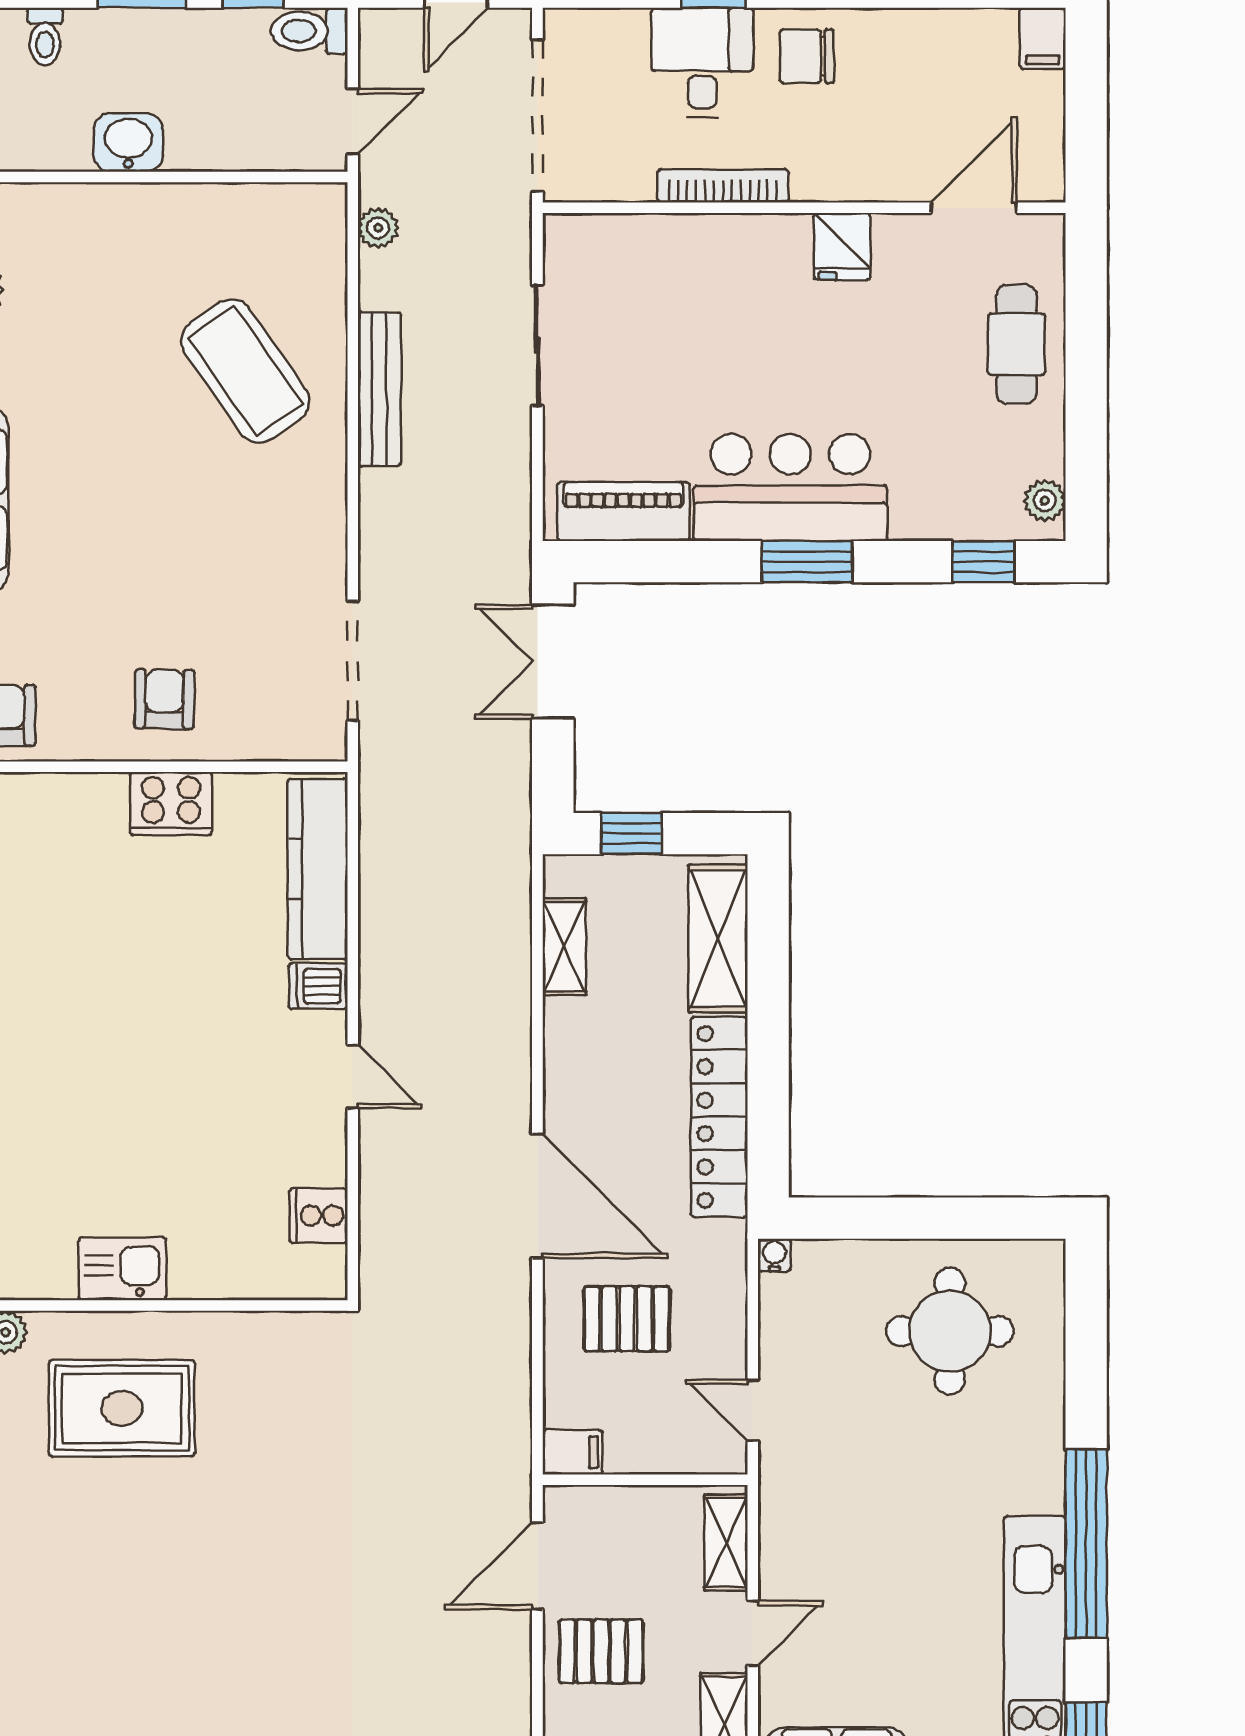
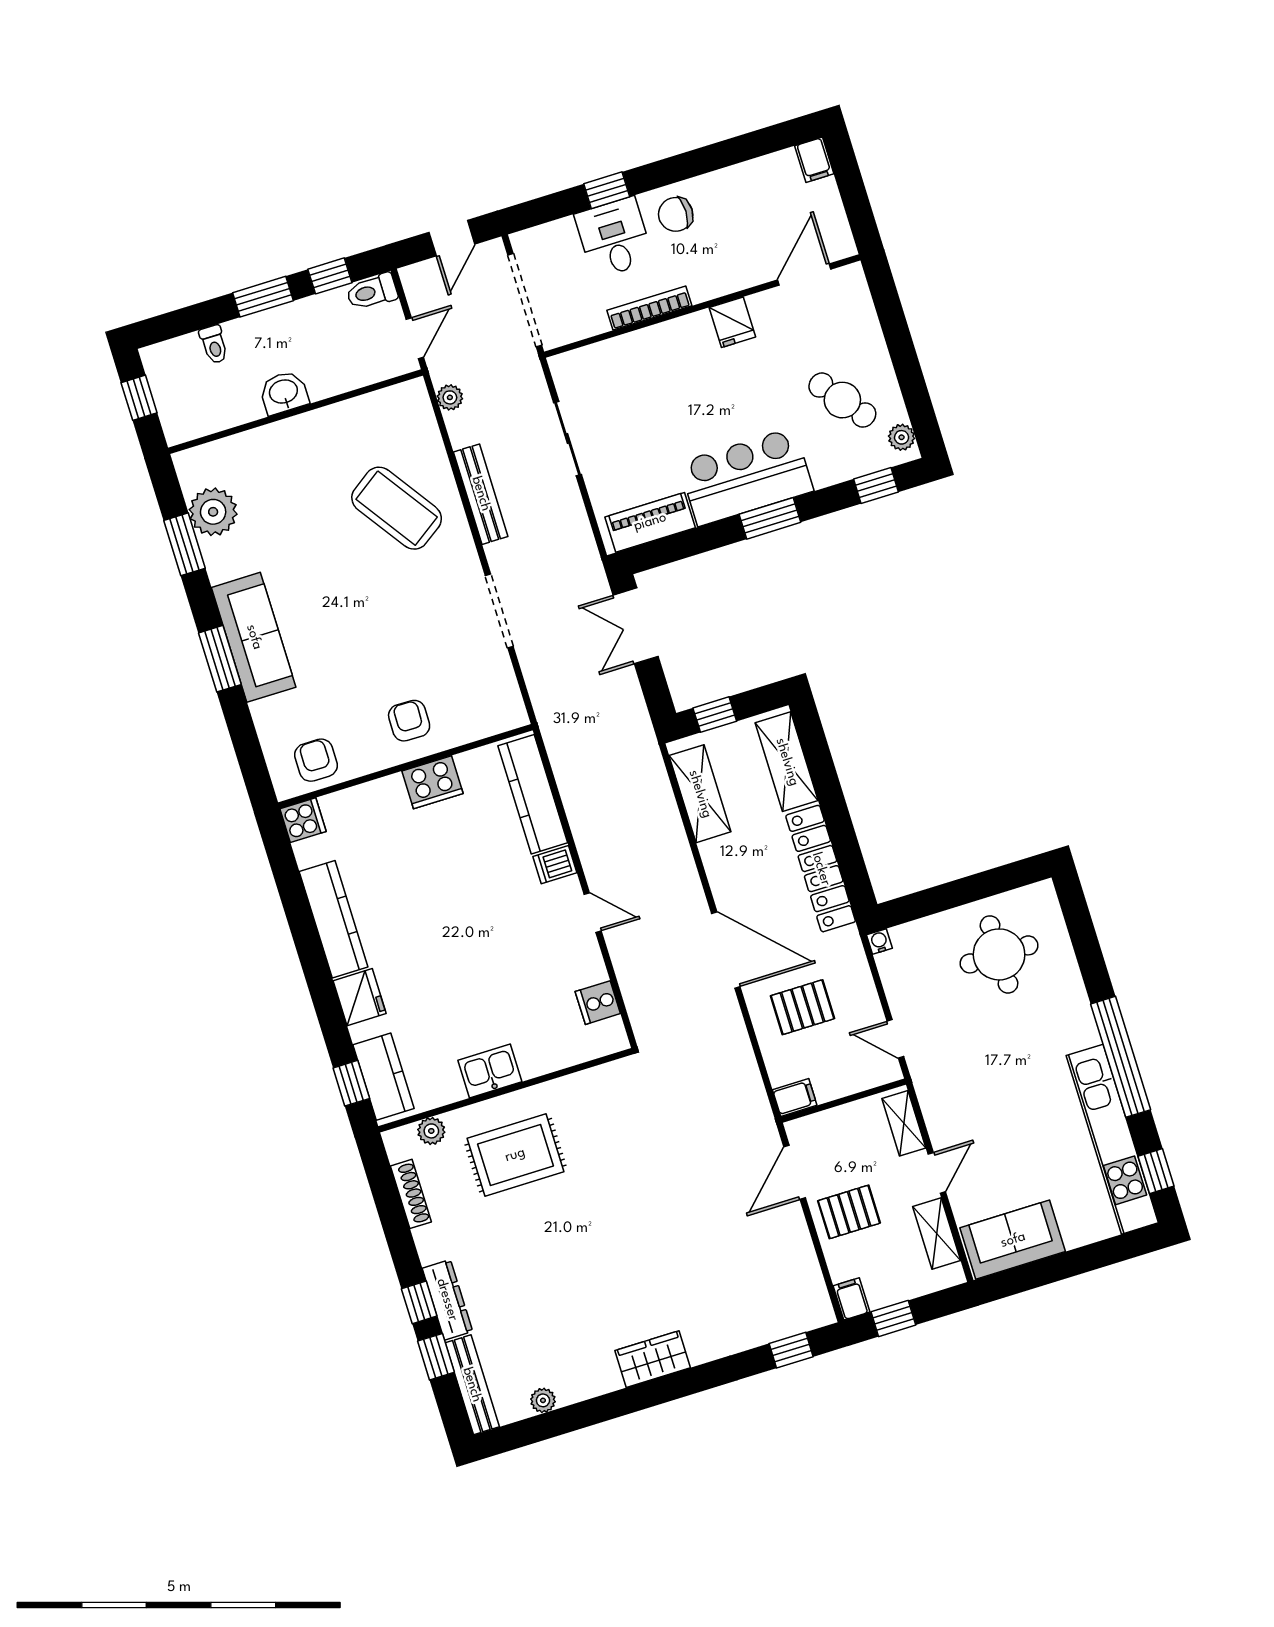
cafe table: (1017, 344) -> (842, 400), moved, turned -38
doorway: (353, 661) -> (499, 611), moved
shelving: (564, 947) -> (700, 794), width x1.50, depth x1.33

